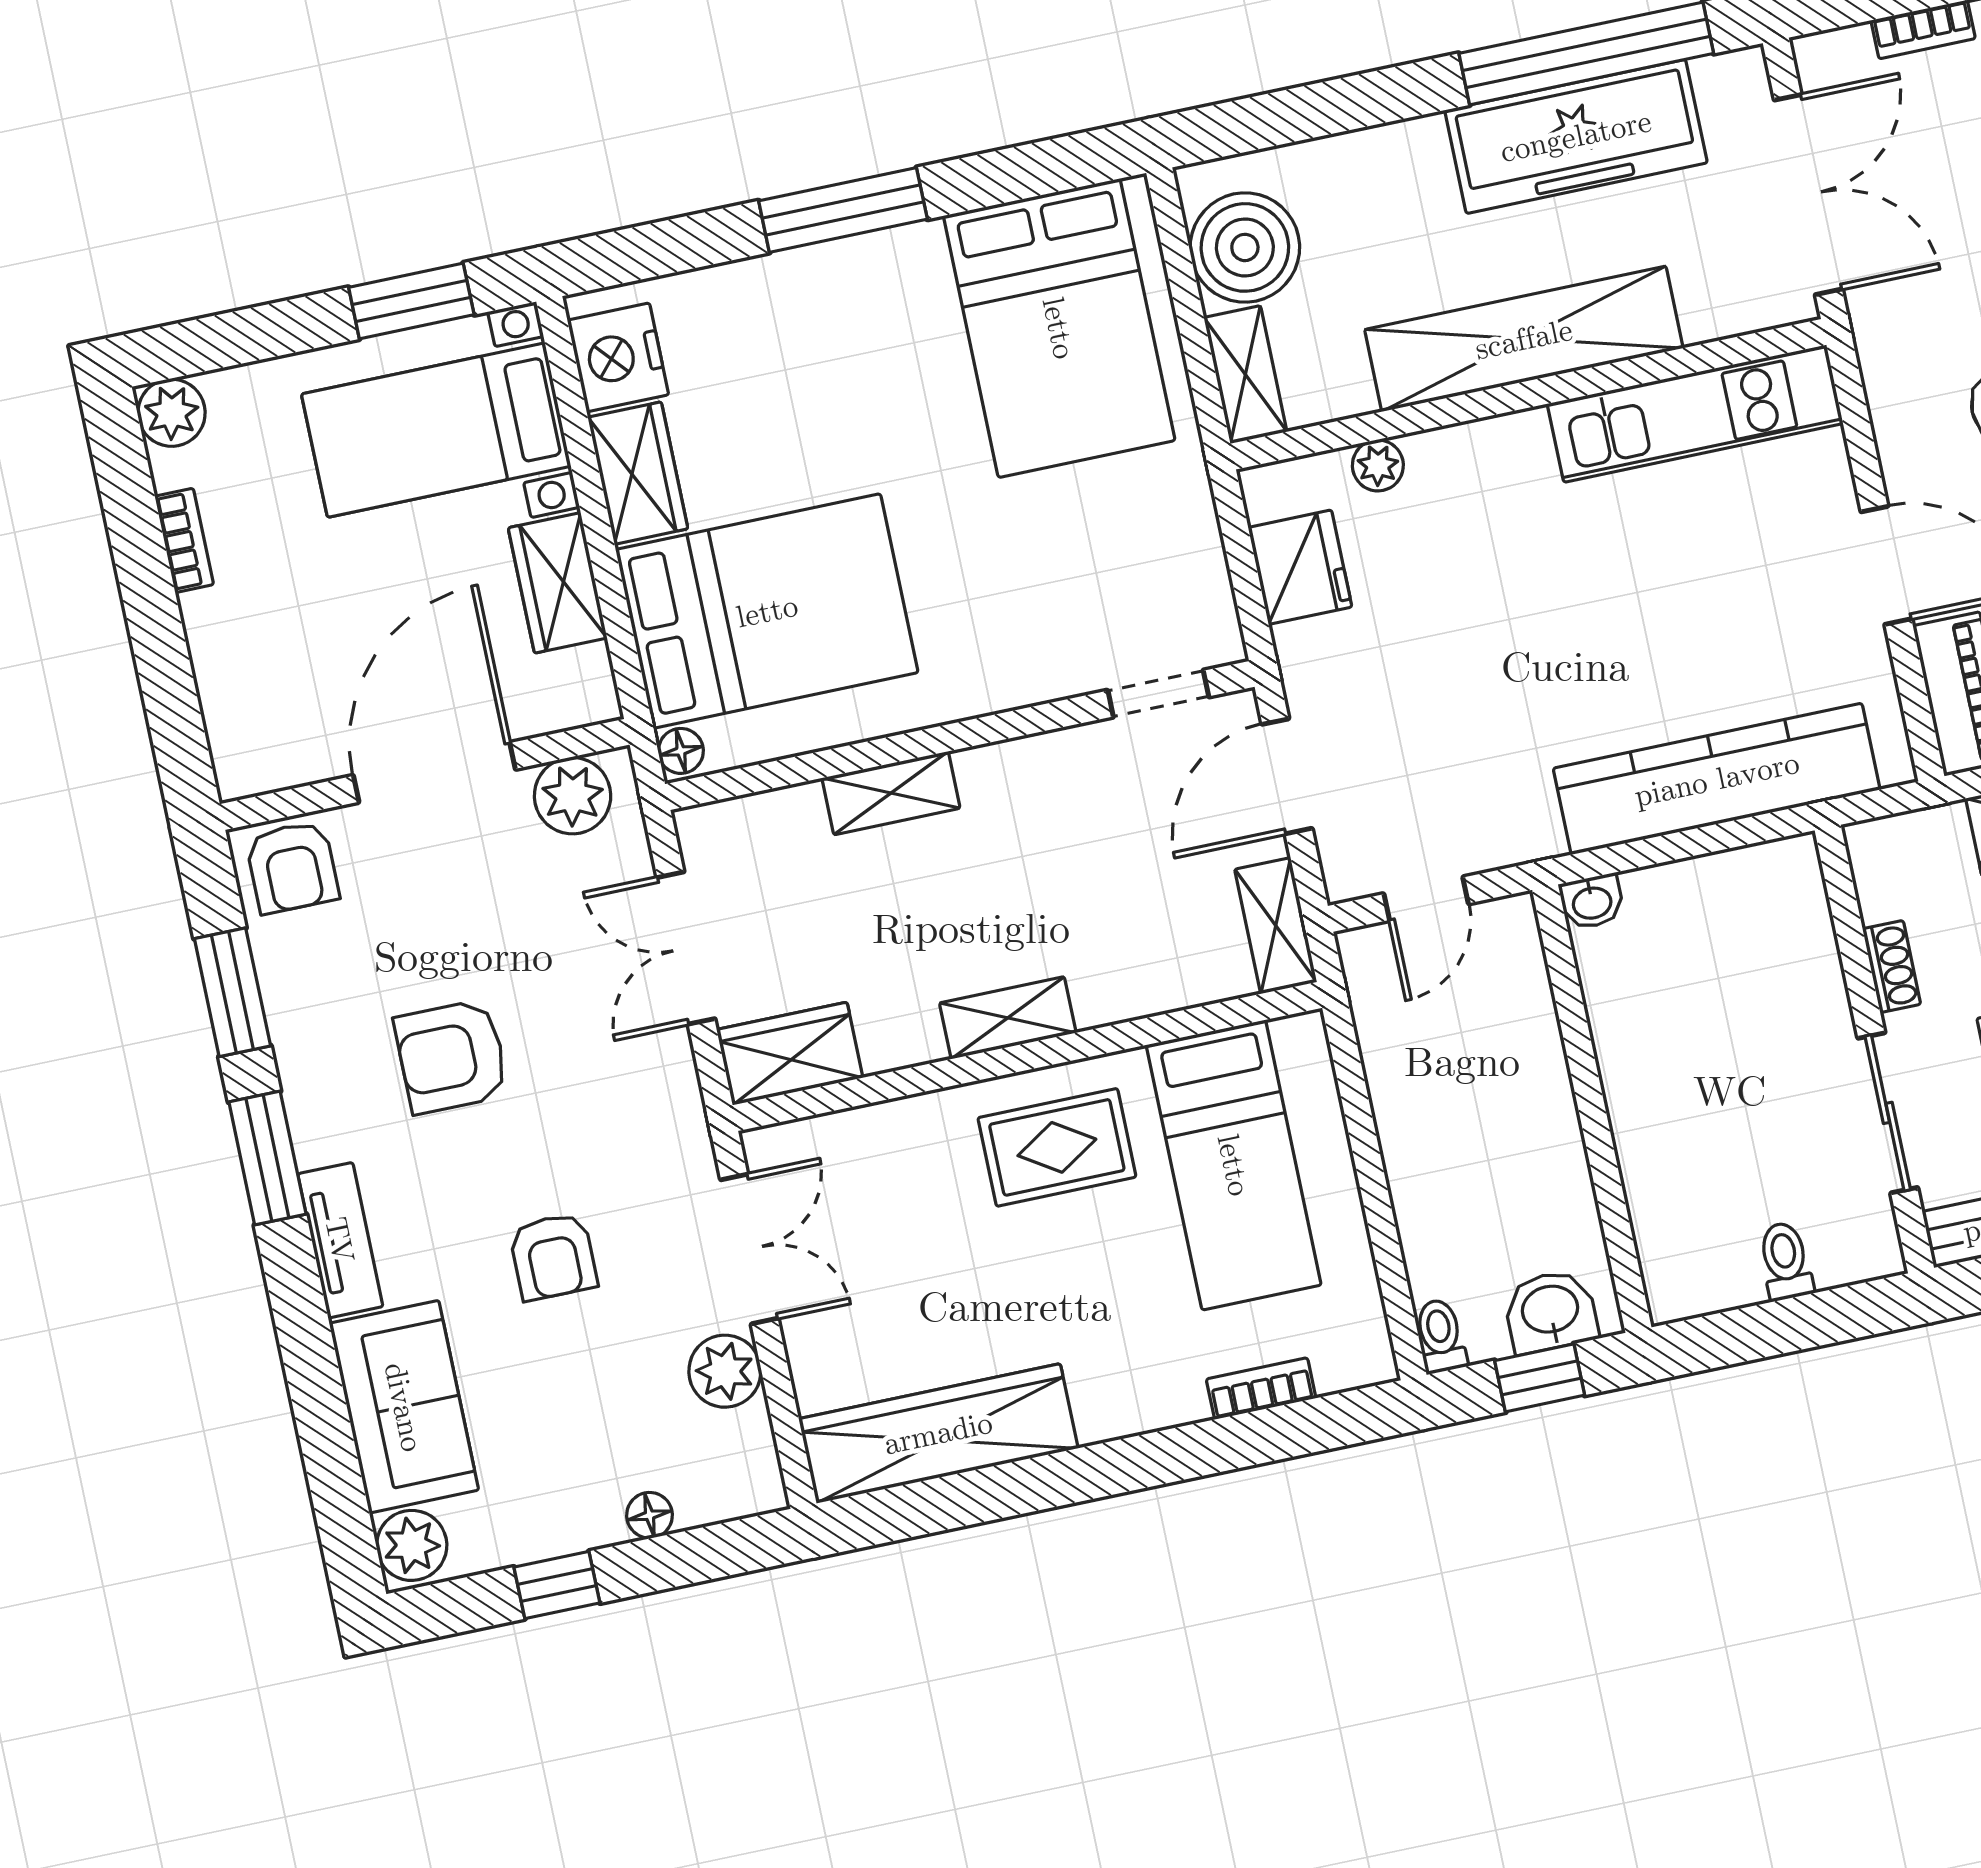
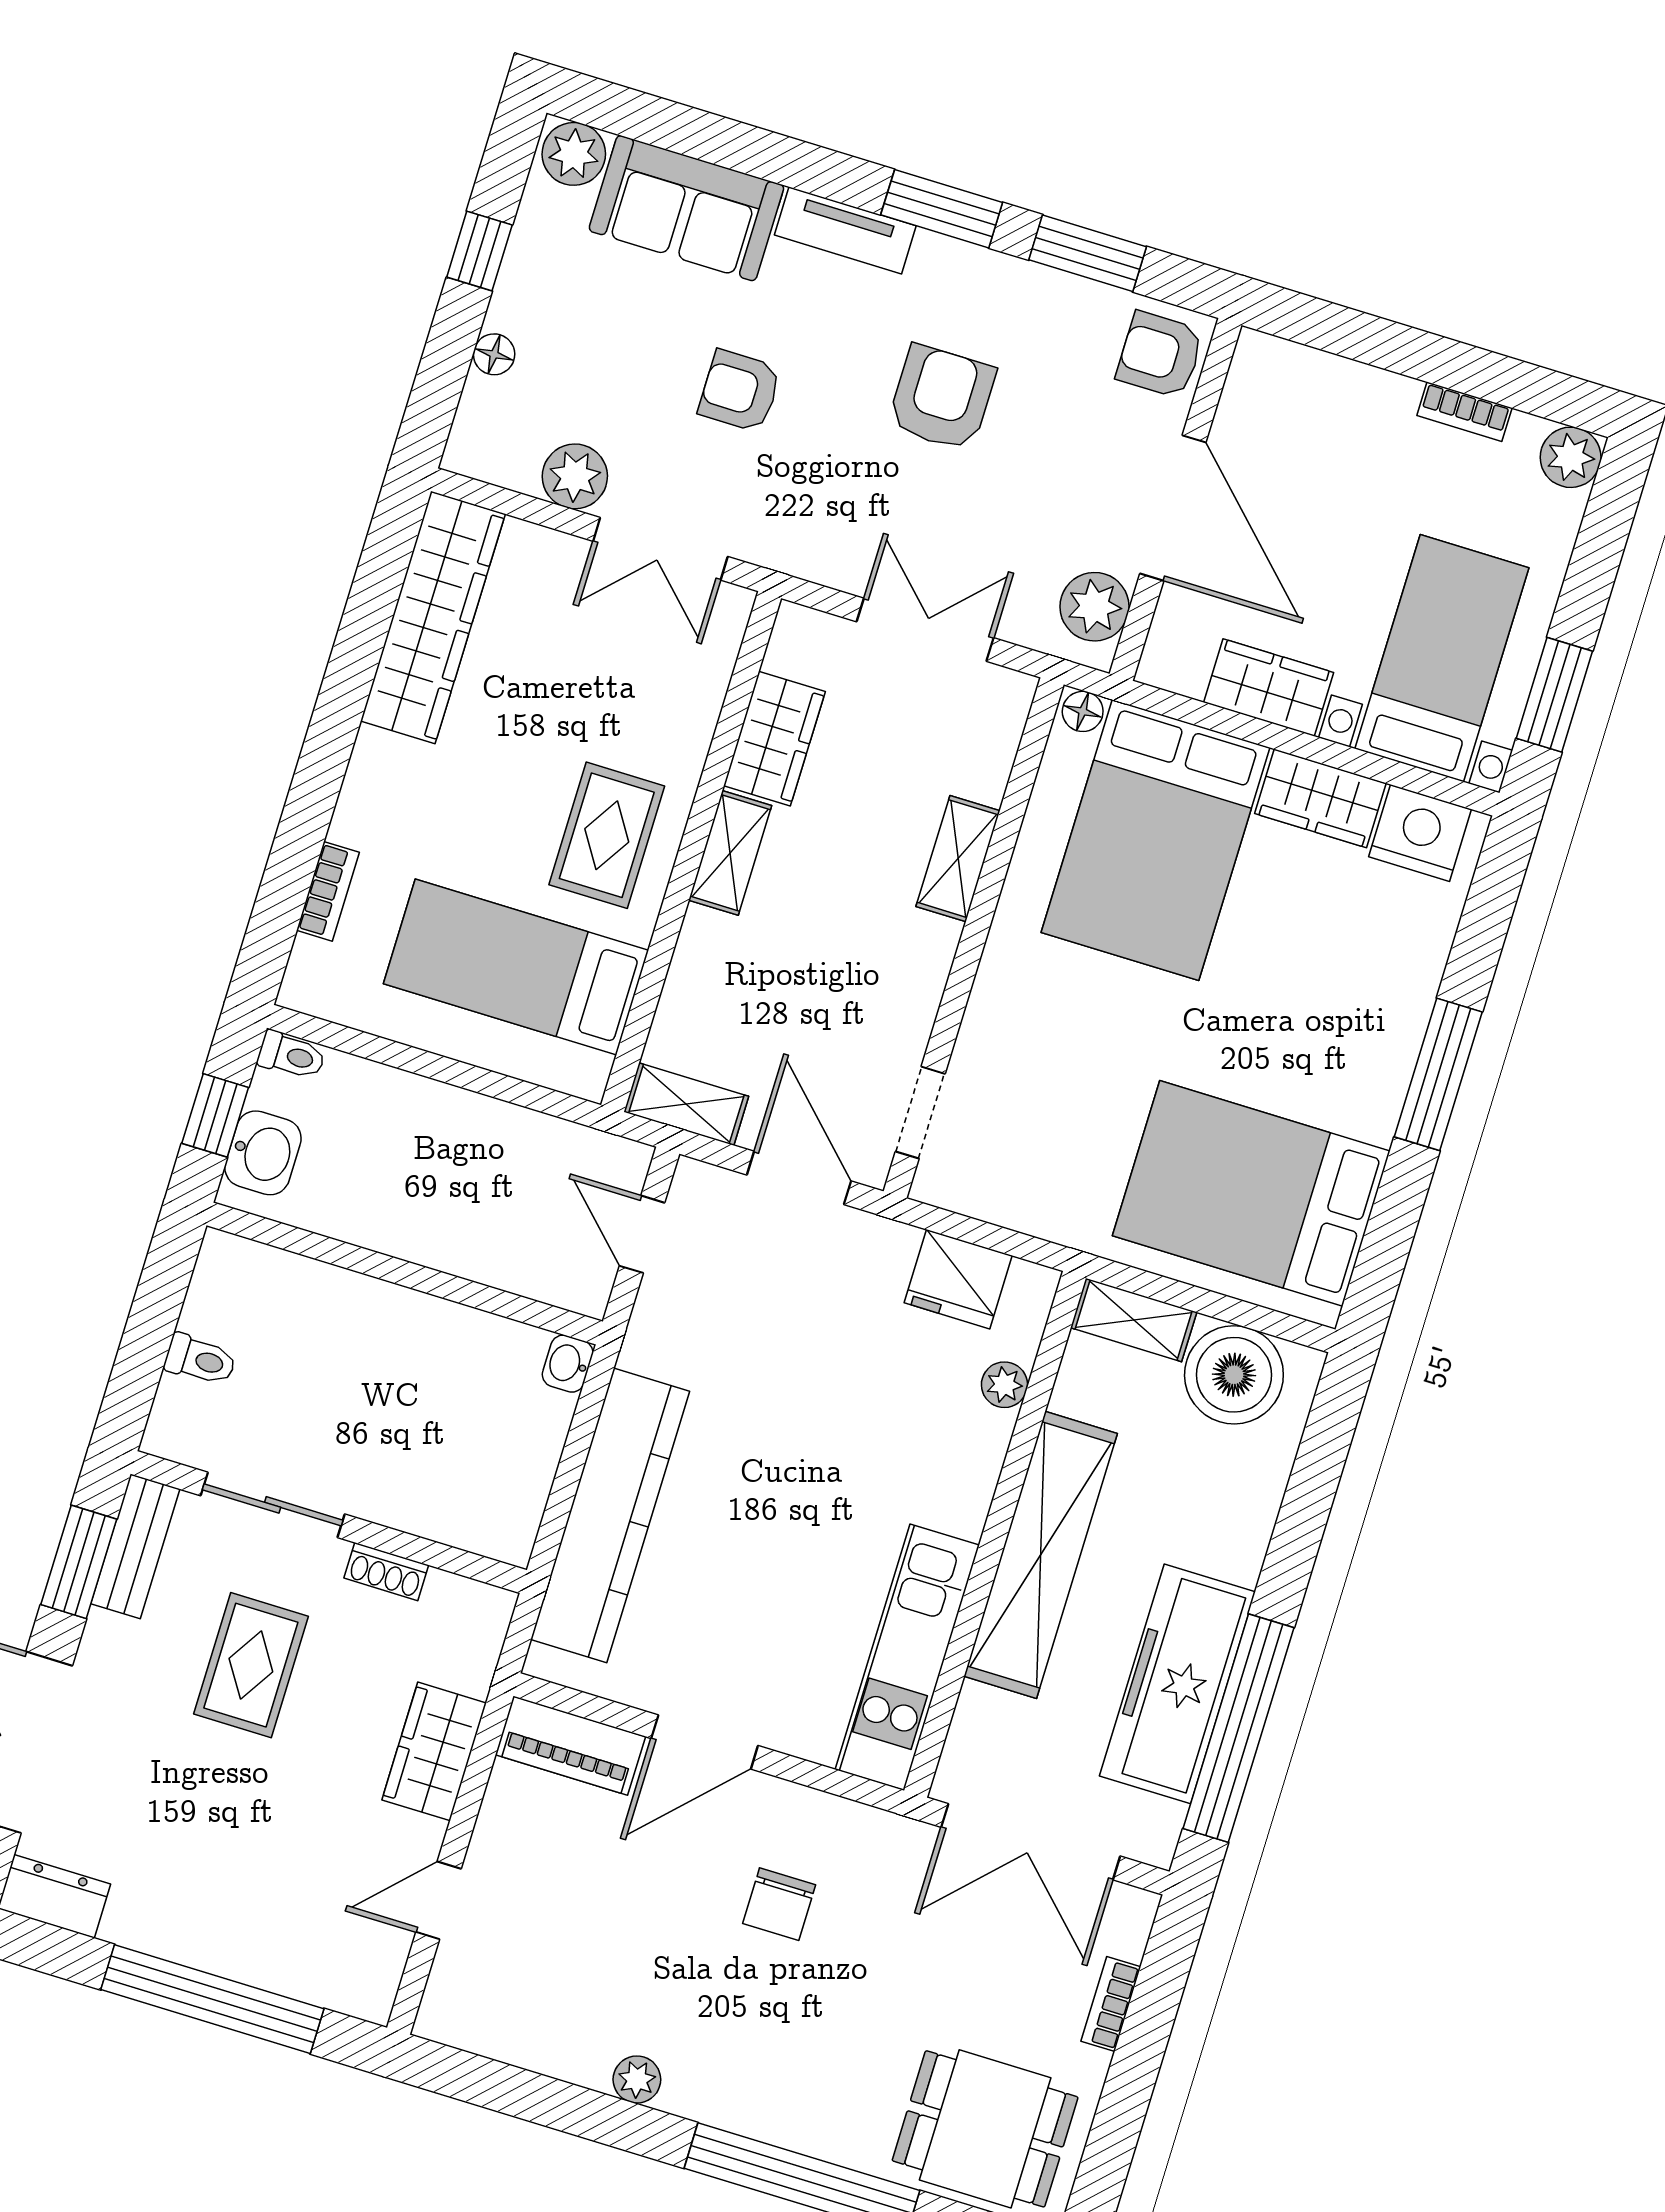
wardrobe: (790, 1054) -> (774, 739), moved

